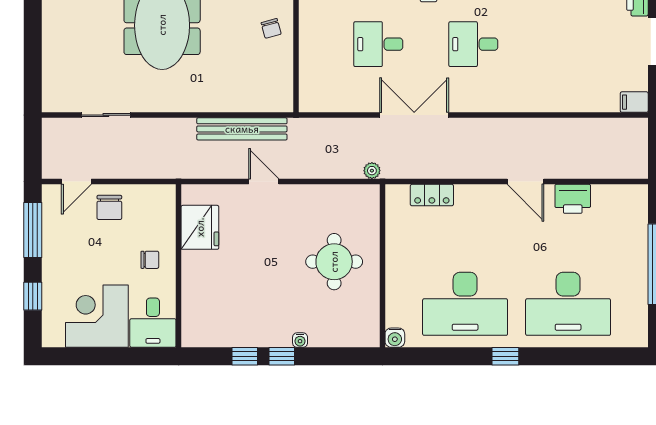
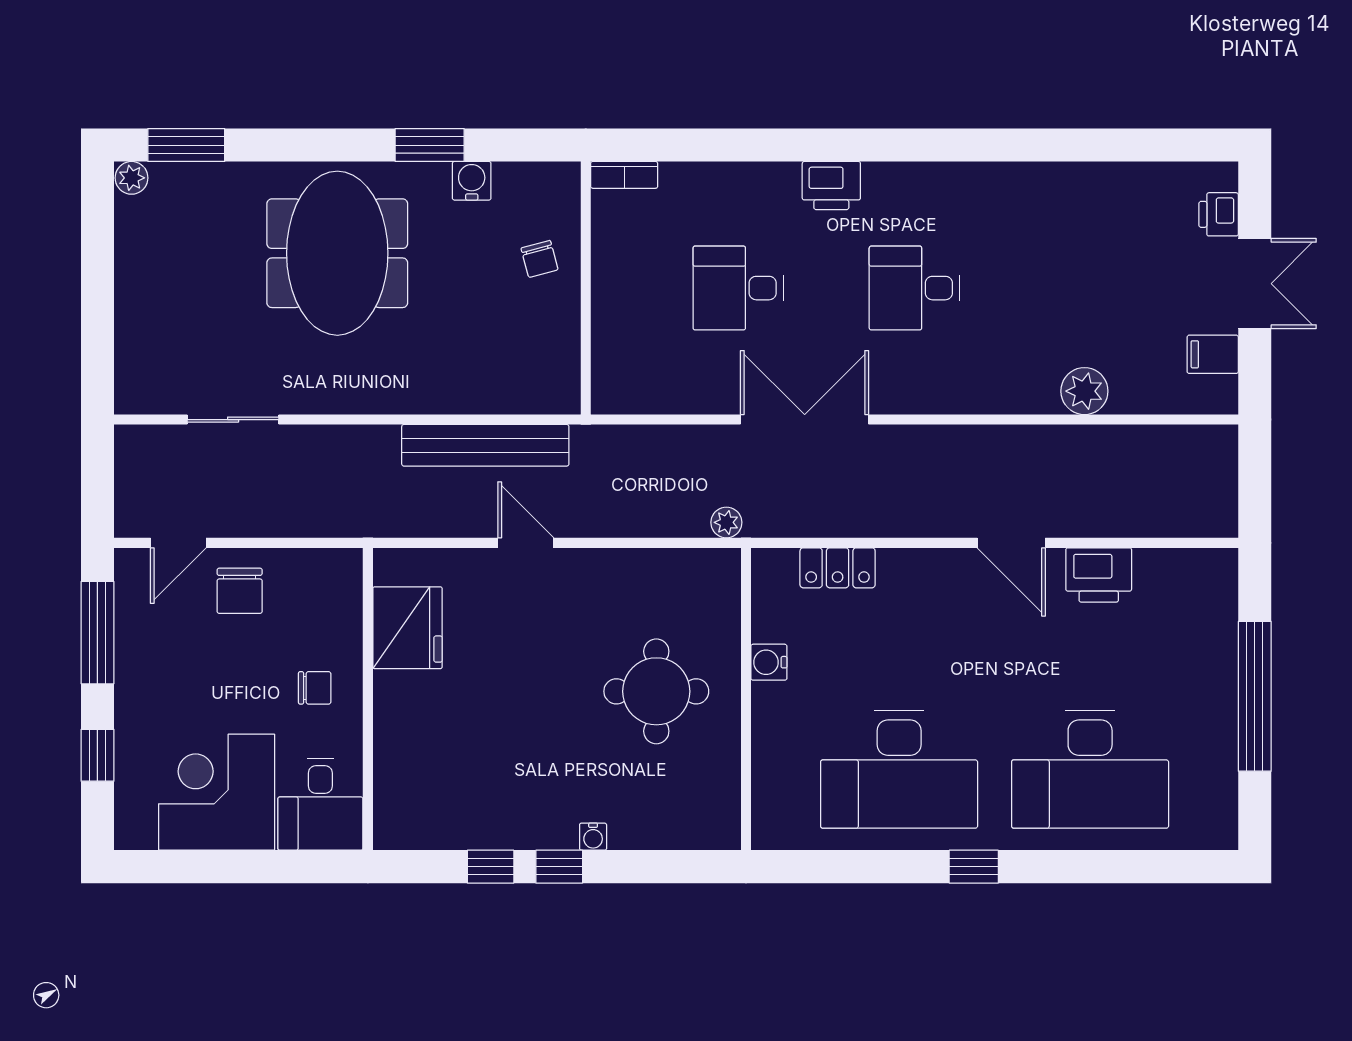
plant: (565, 100) -> (1084, 391), added
filing cabinet: (634, 102) -> (1213, 354), moved
water cooler: (395, 338) -> (769, 662), moved, turned 90

